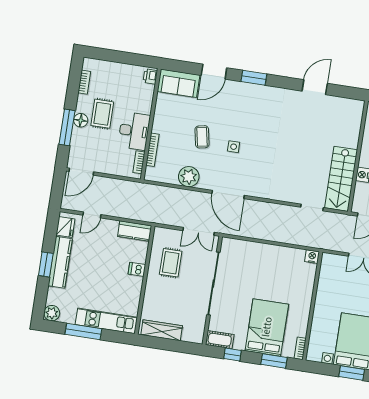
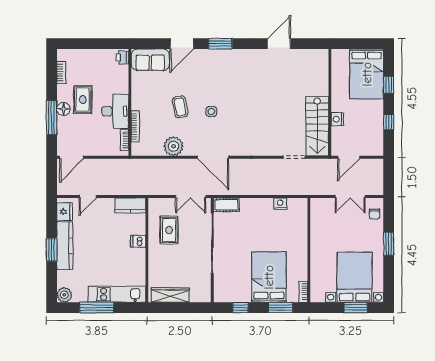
nightstand: (312, 257) -> (280, 204), moved
cot: (220, 340) -> (226, 205), moved

